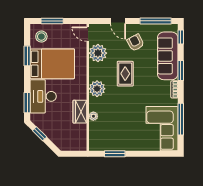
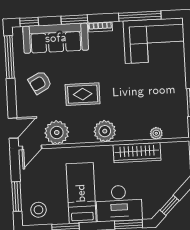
door: (118, 21) -> (13, 128), moved
bed: (52, 64) -> (81, 193), width x0.67
wardrobe: (80, 112) -> (137, 153), width x1.50
plant: (93, 116) -> (156, 133), moved

